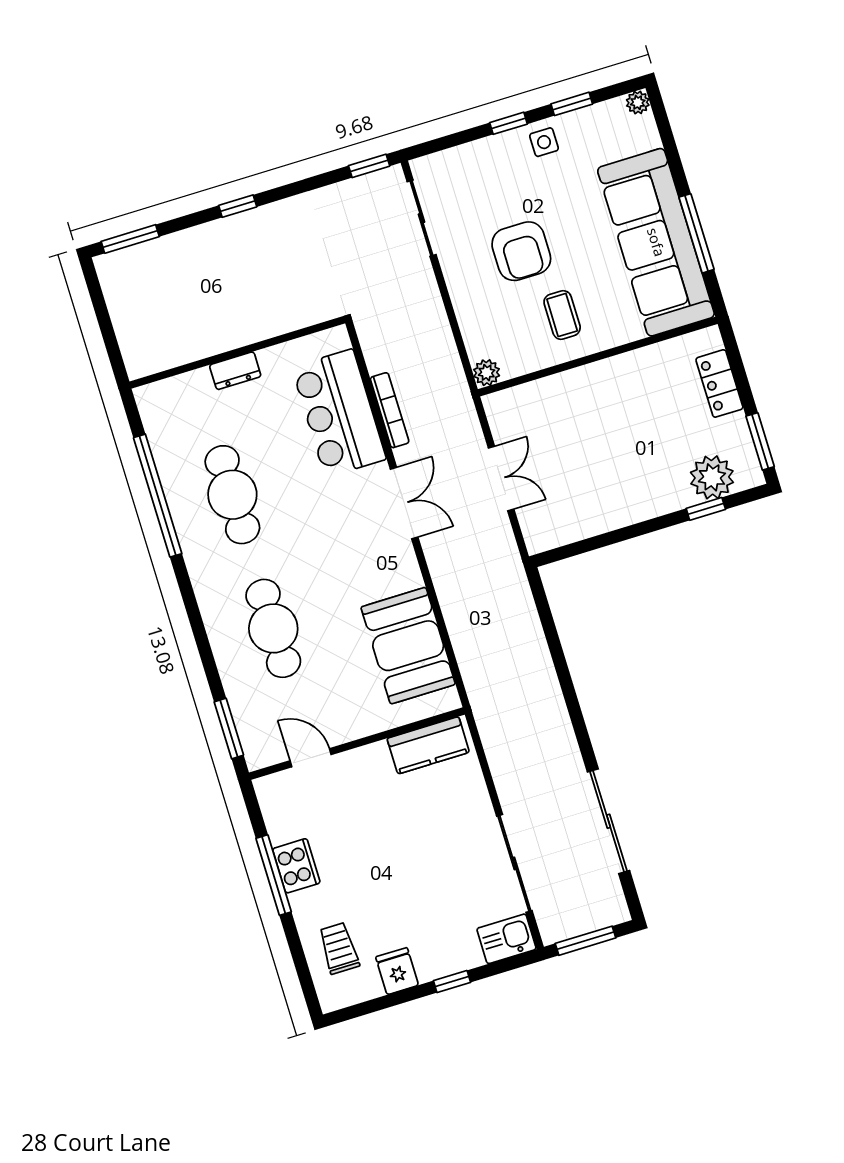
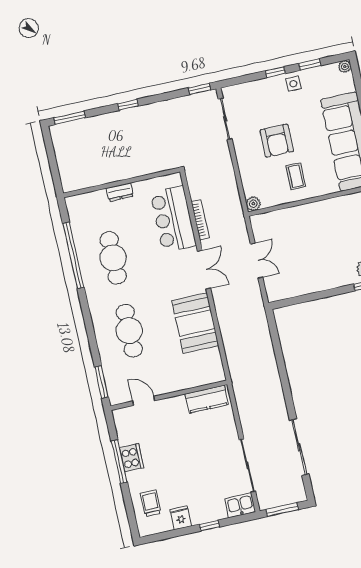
booth: (408, 646) -> (195, 323), moved

